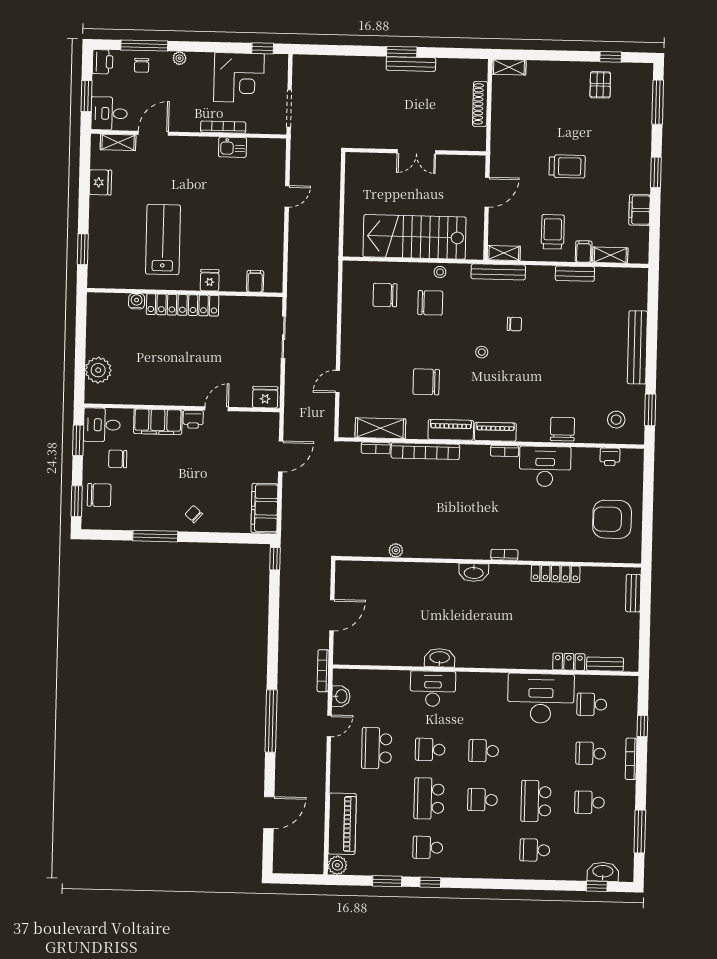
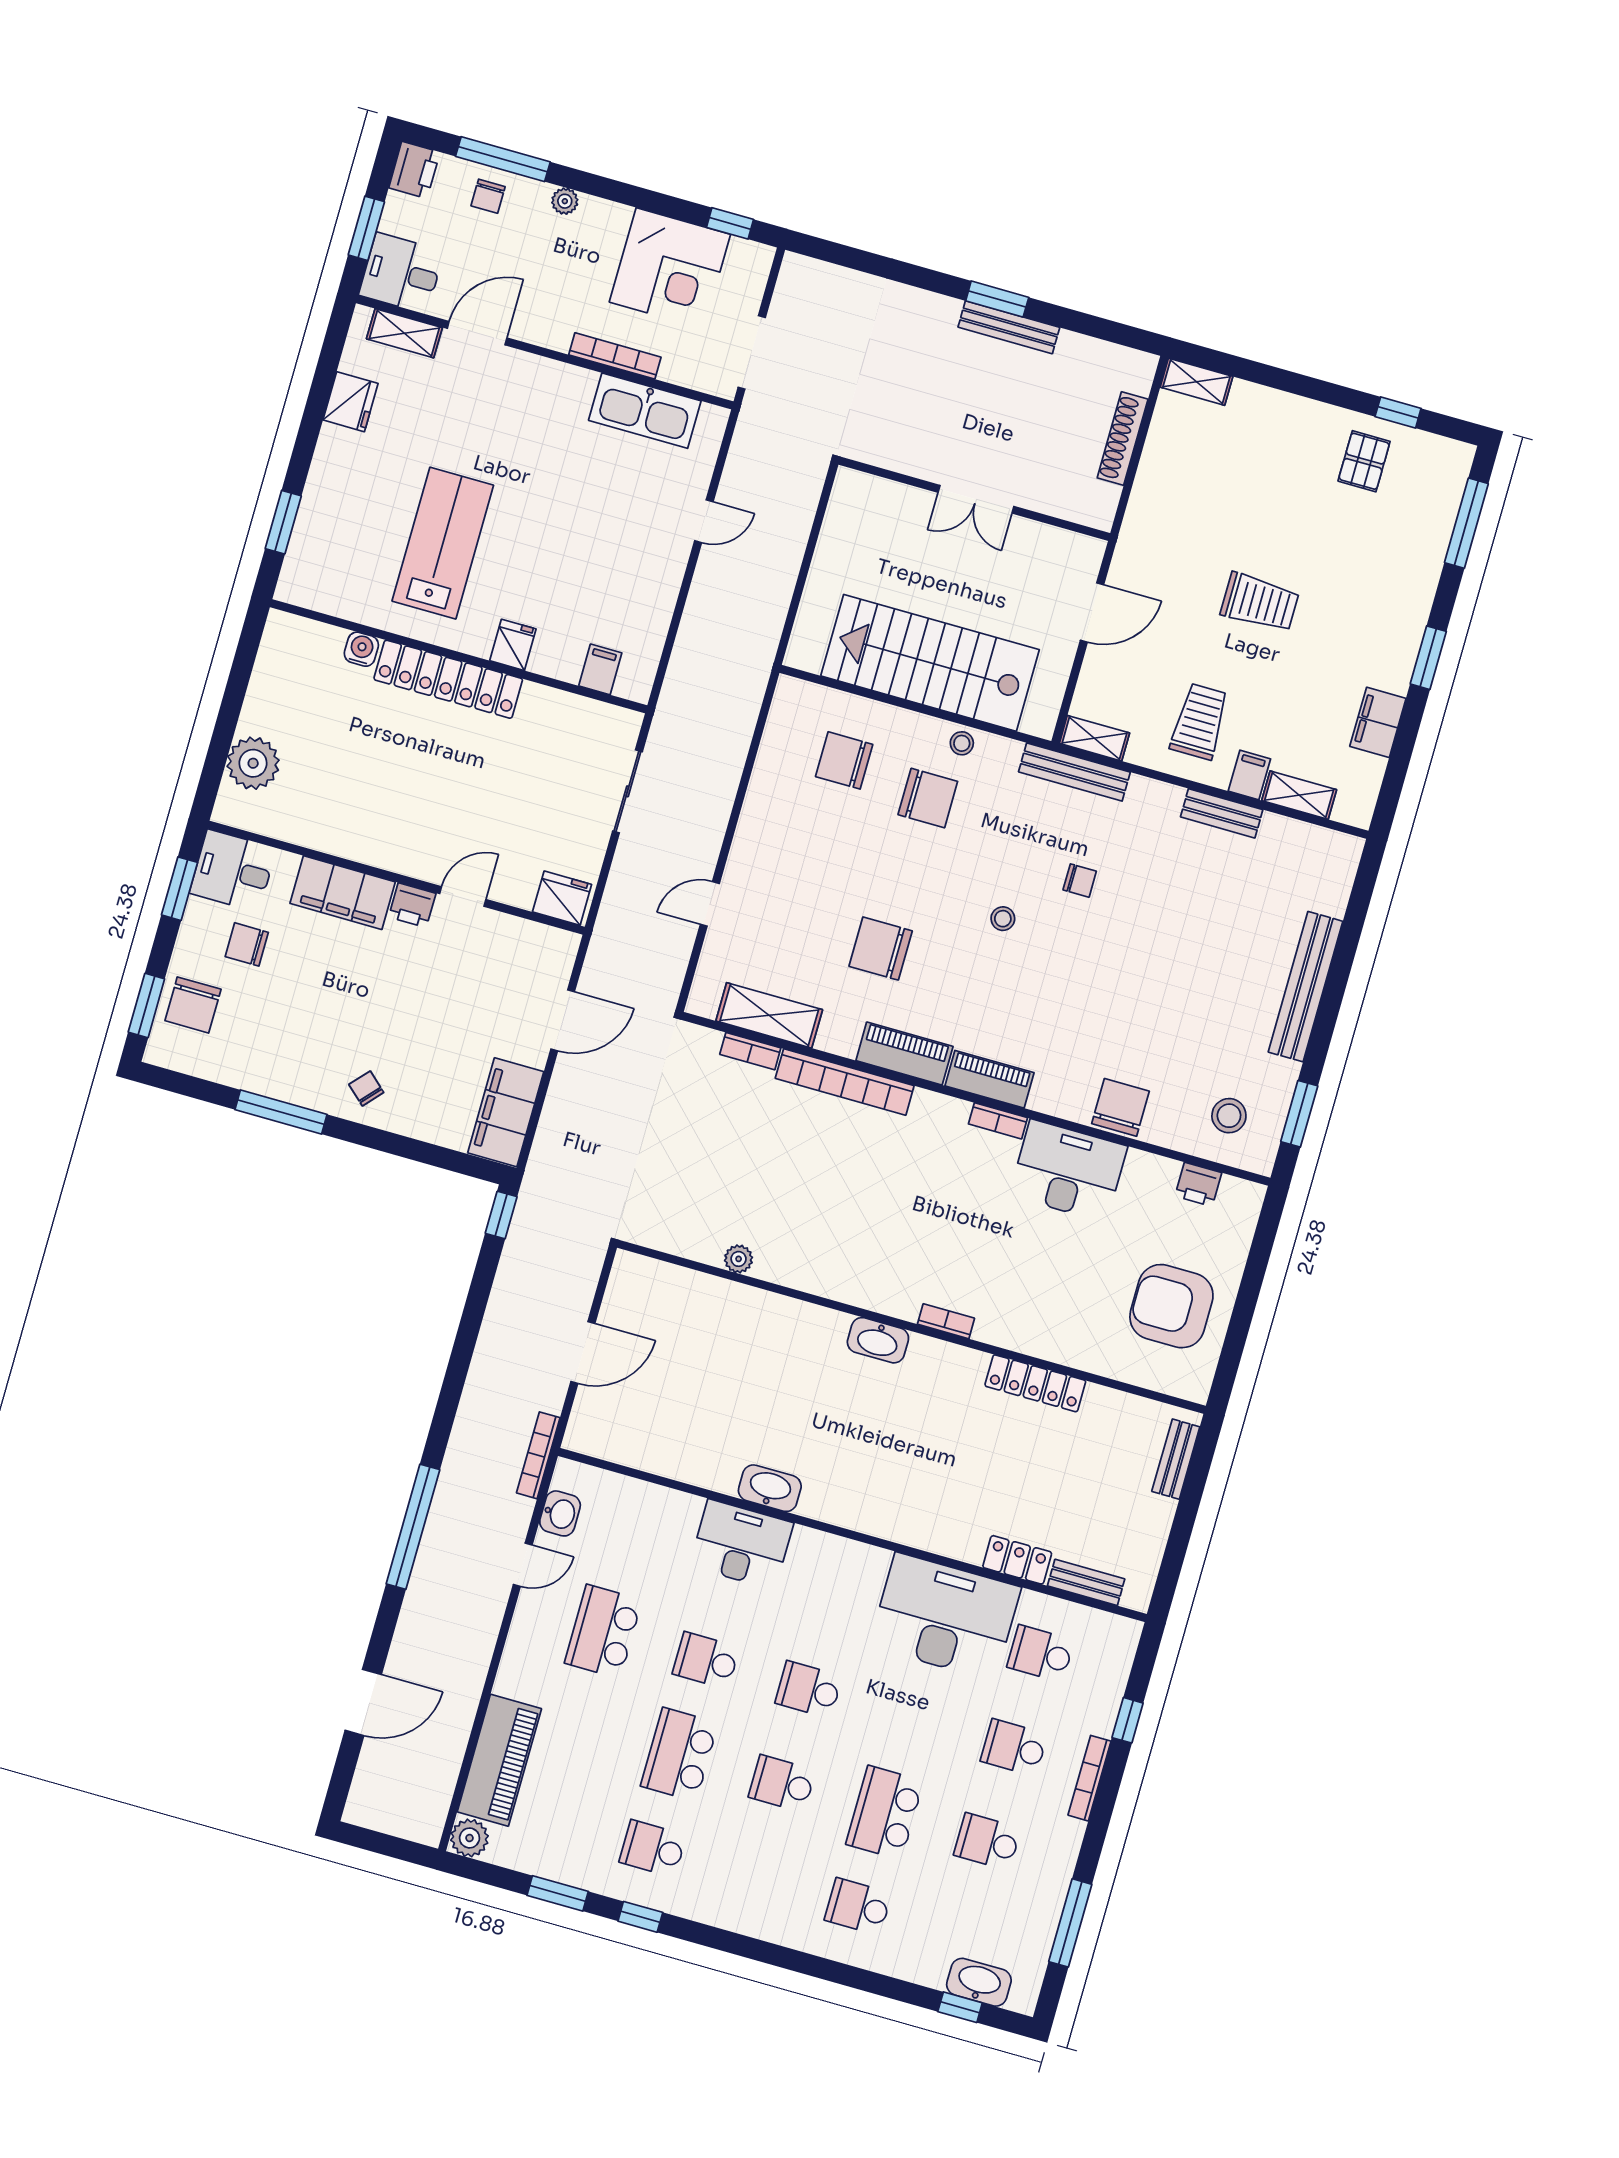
kitchen sink: (232, 147) -> (645, 411), width x1.87, depth x1.24
chair: (99, 495) -> (193, 1005), turned 90

